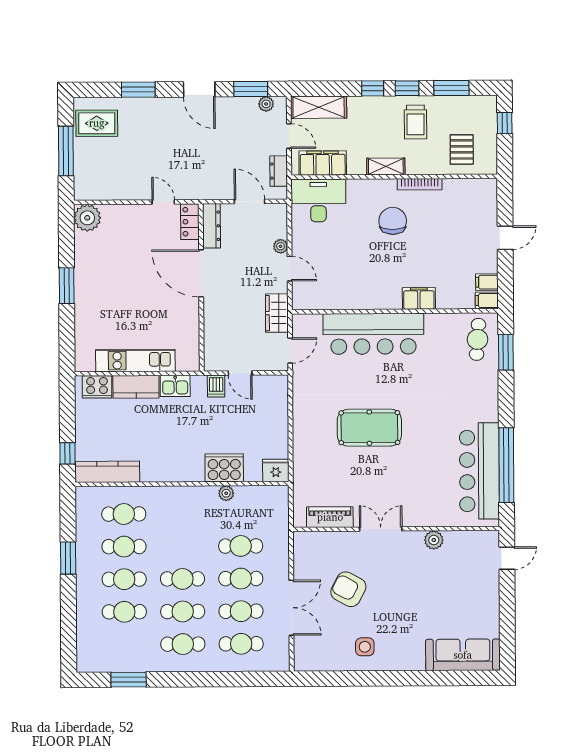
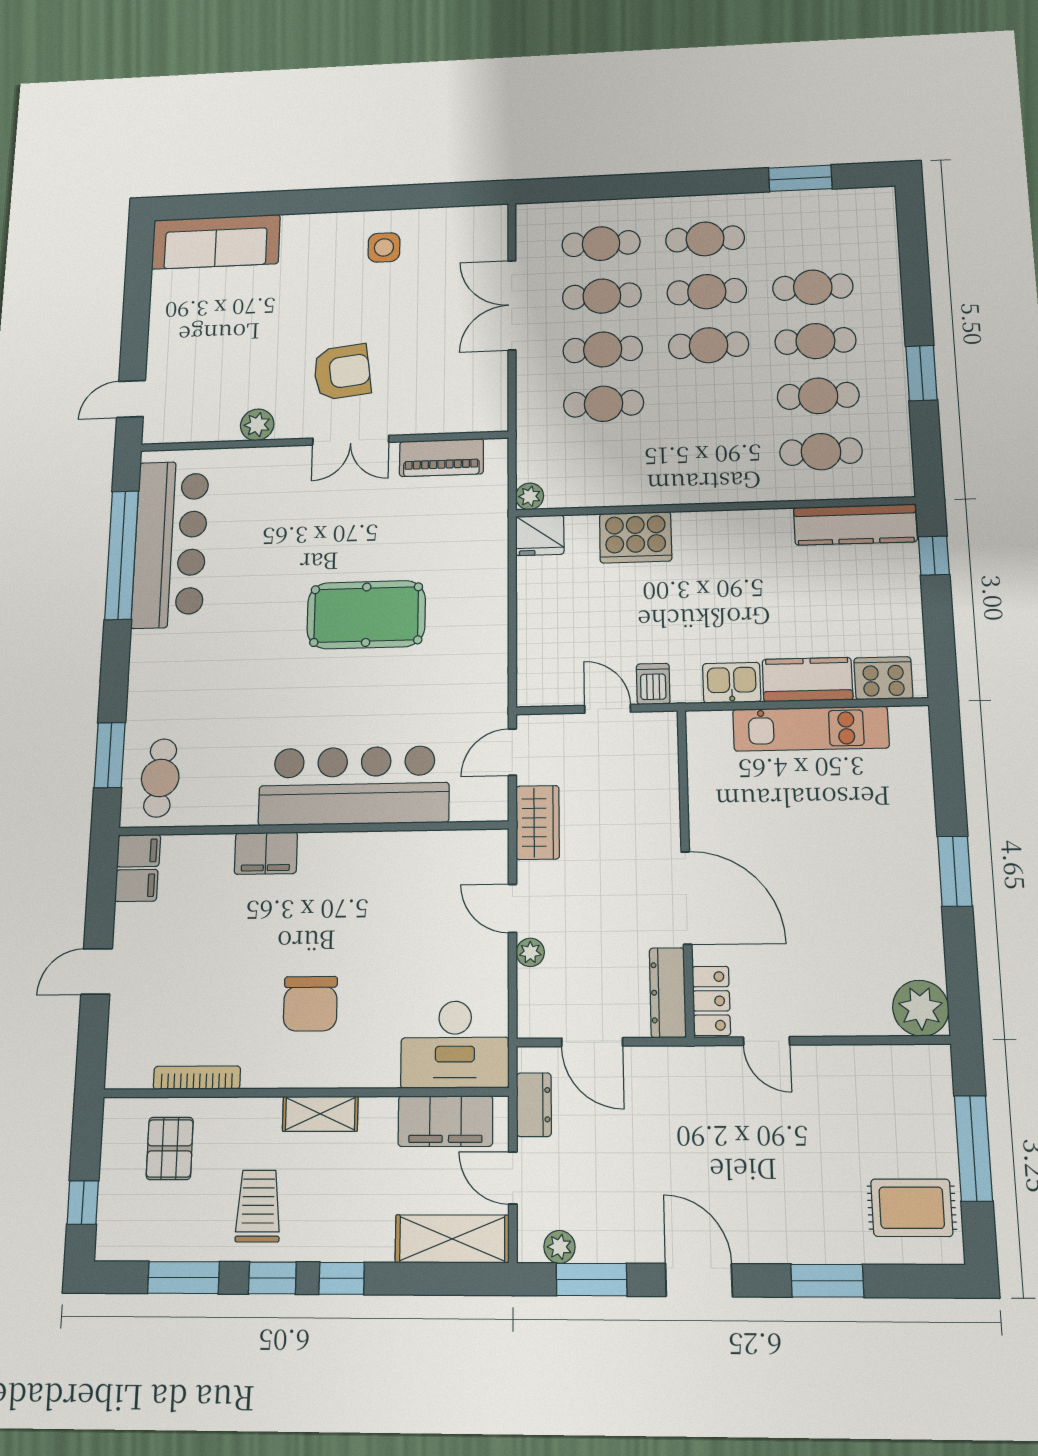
bookcase: (420, 184) -> (197, 1078), moved
plant: (226, 493) -> (530, 496), moved
armchair: (348, 589) -> (342, 372), moved, turned -35

